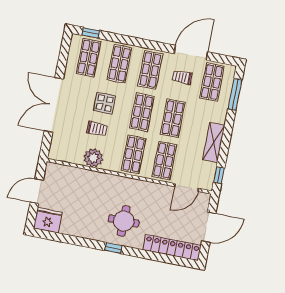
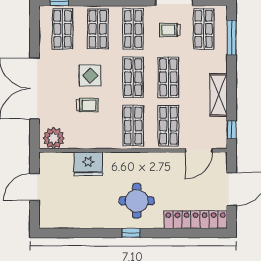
plant: (93, 158) -> (54, 138), moved
fridge: (48, 220) -> (88, 164), moved, turned 180

